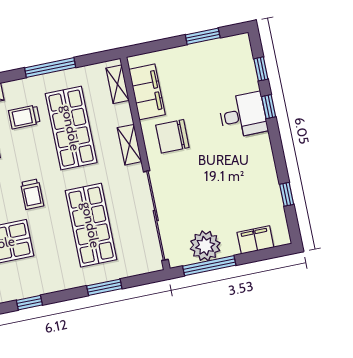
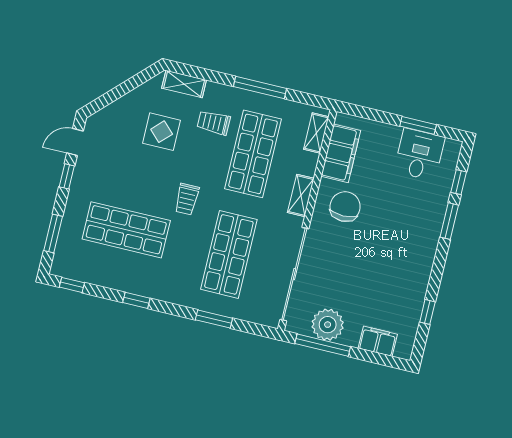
window: (269, 107) -> (449, 221), width x1.50
desk: (243, 115) -> (419, 154), moved, turned -90
chair: (172, 136) -> (345, 207), turned 90

